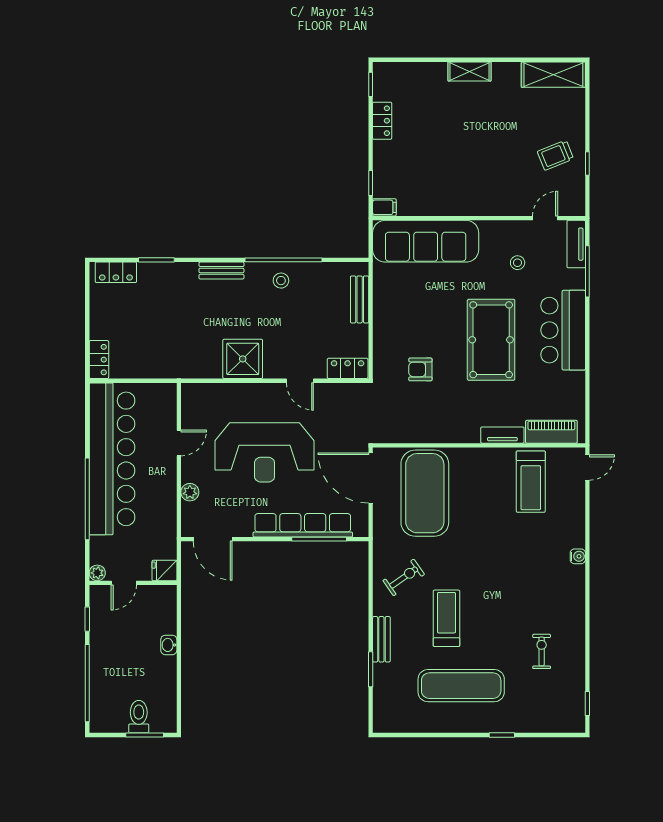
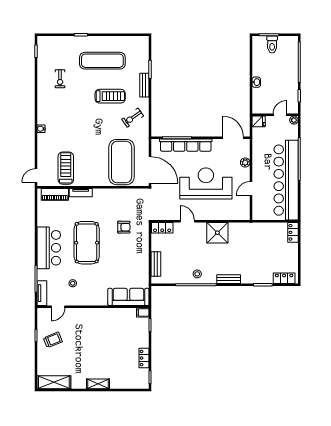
sofa: (426, 241) -> (128, 297), width x0.74, depth x0.79
treadmill: (446, 618) -> (110, 96), turned -90

